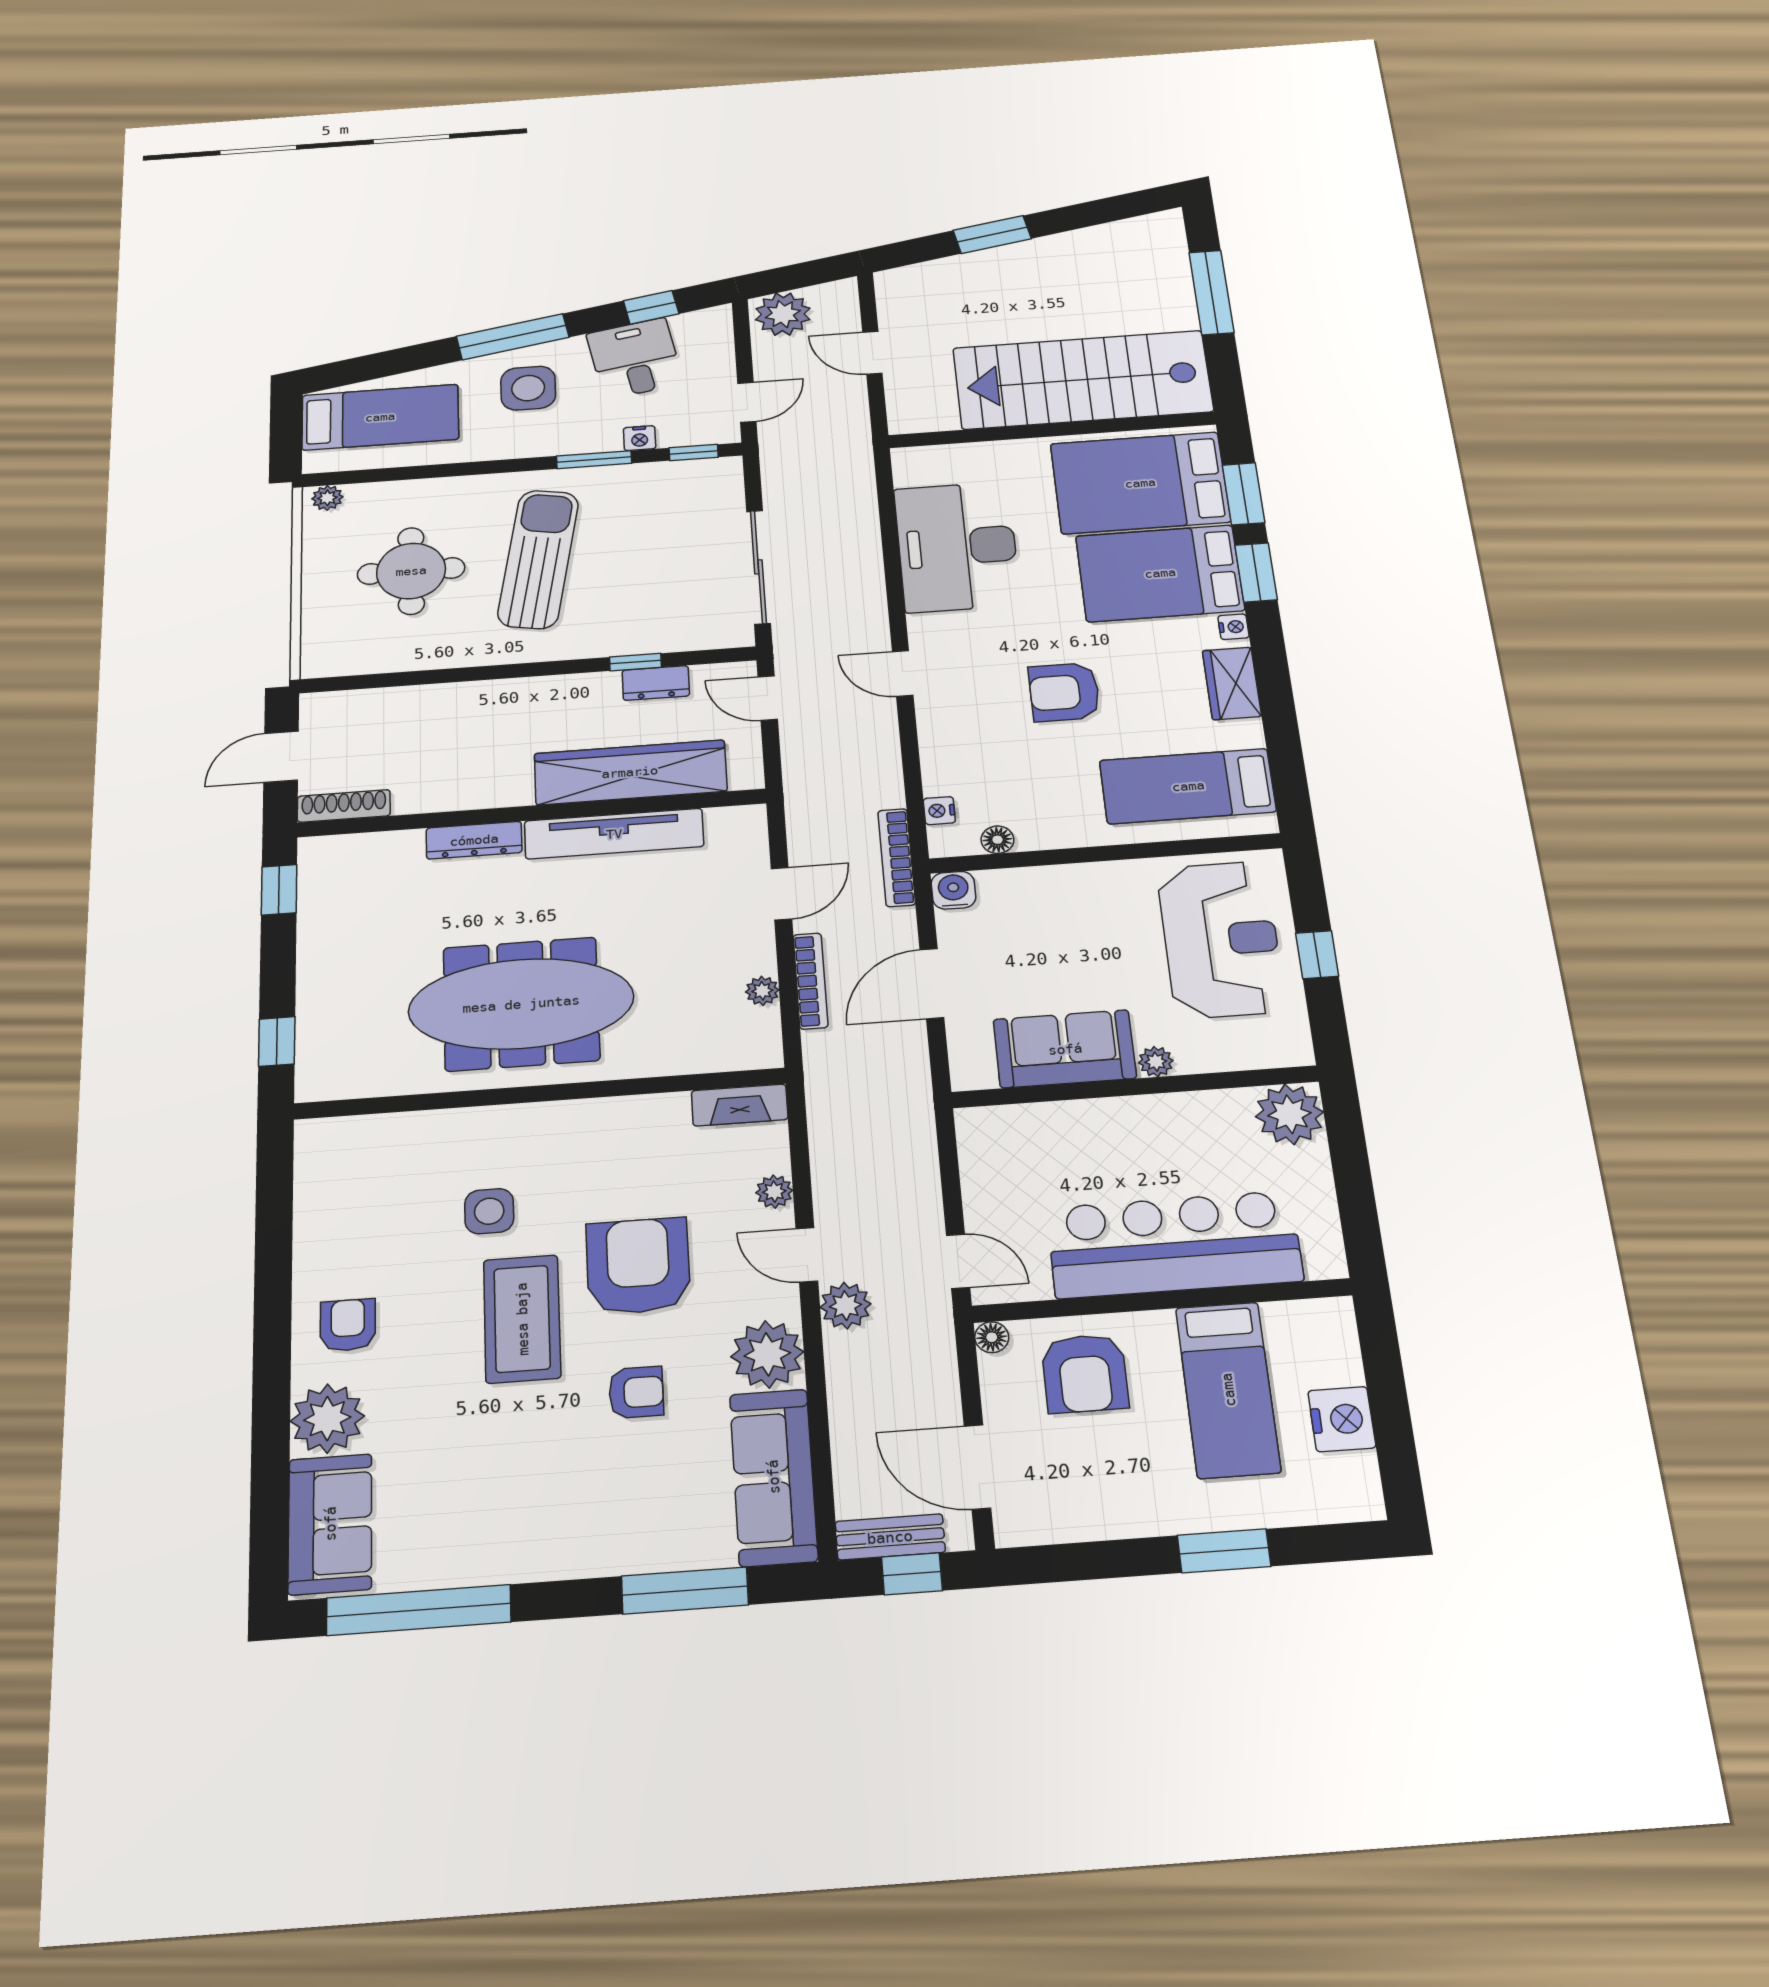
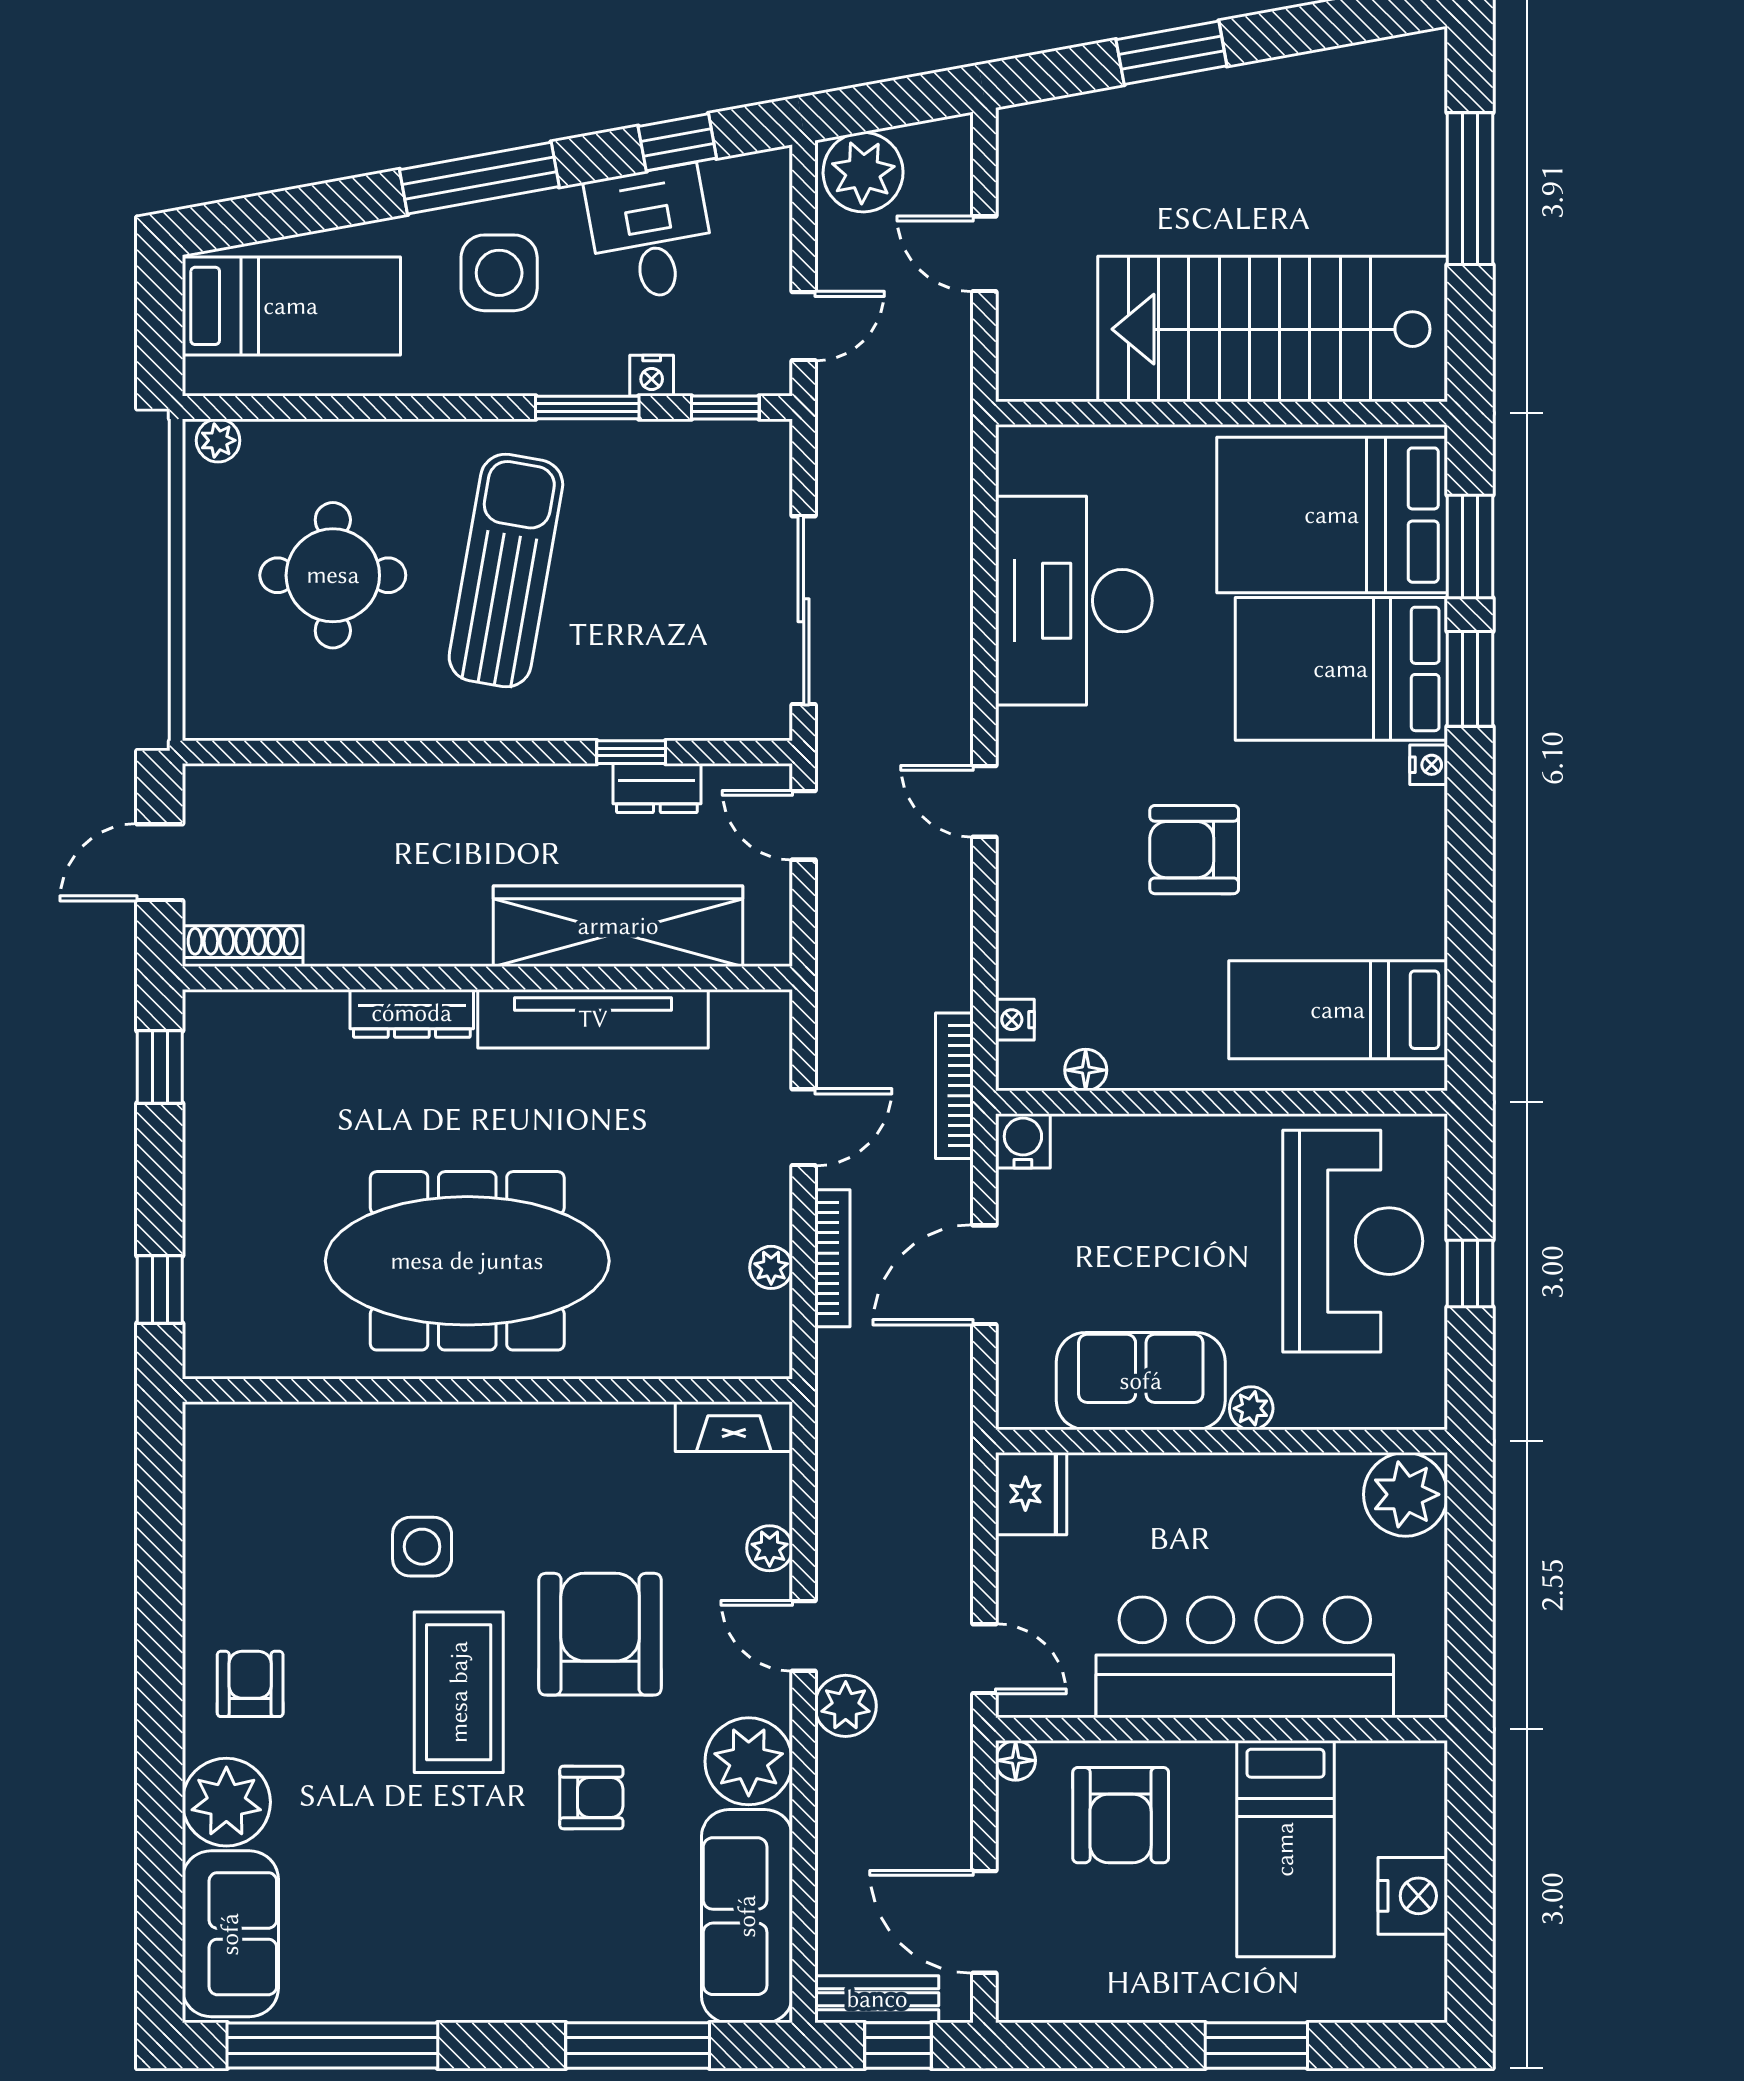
wardrobe: (1232, 683) -> (1415, 855), removed
fridge: (985, 1136) -> (1031, 1494), added

